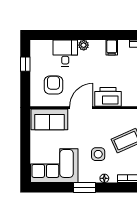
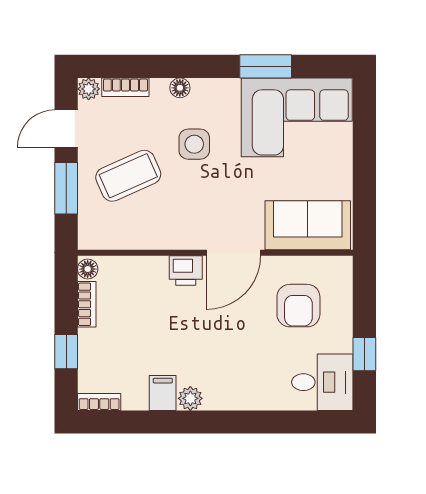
plant: (84, 45) -> (190, 398), moved
desk: (65, 53) -> (322, 382), moved, turned -90
printer: (108, 97) -> (186, 271), width x0.53, depth x0.68
window: (85, 187) -> (266, 66), moved

